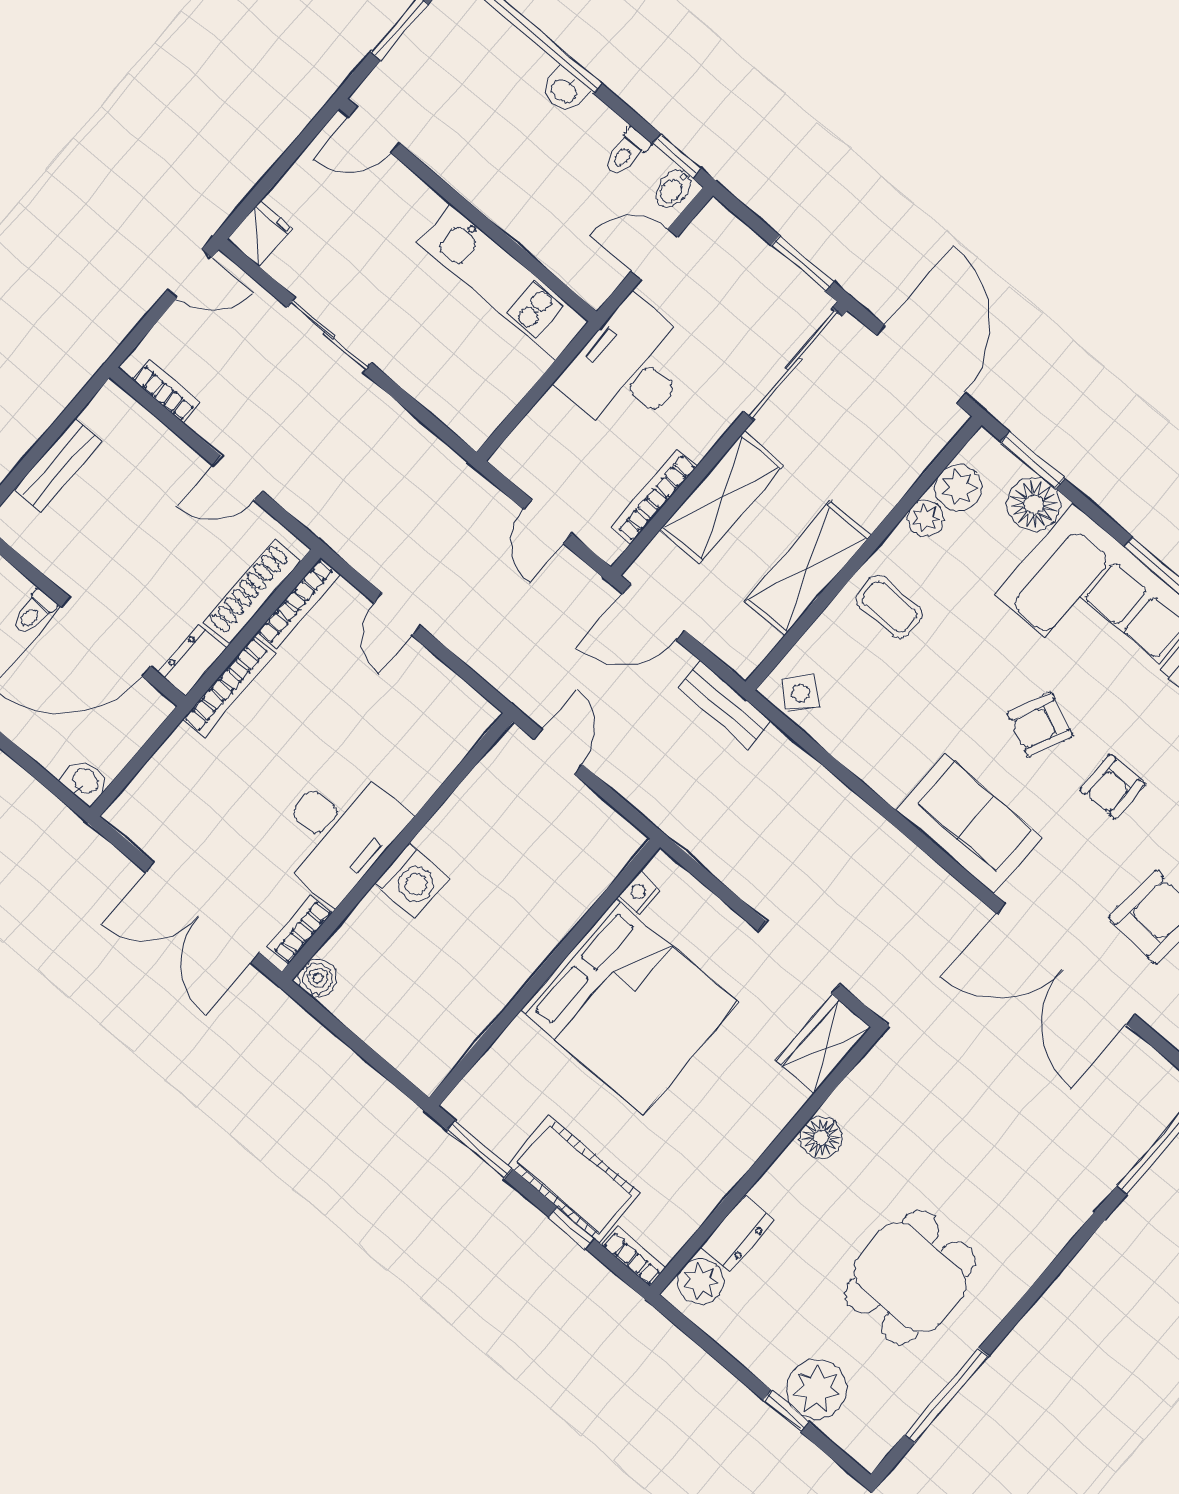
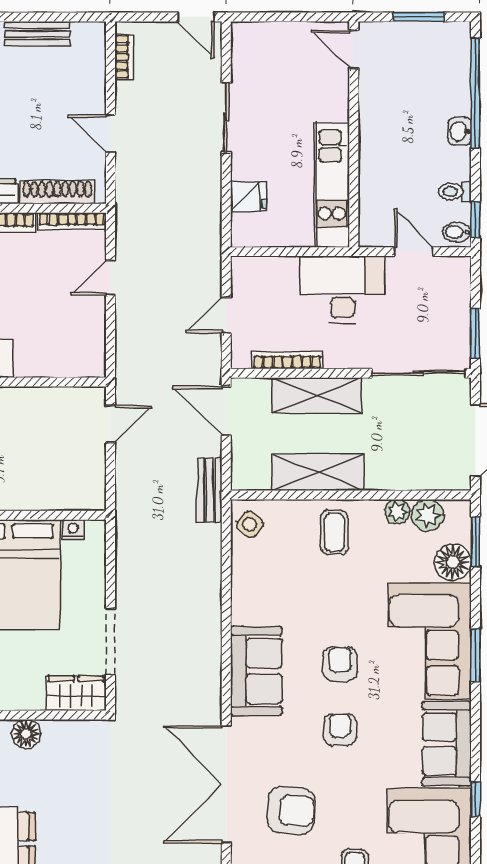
fridge: (260, 234) -> (248, 196), moved
armchair: (1040, 725) -> (340, 664), turned 66
armchair: (1112, 787) -> (340, 730), turned 90

